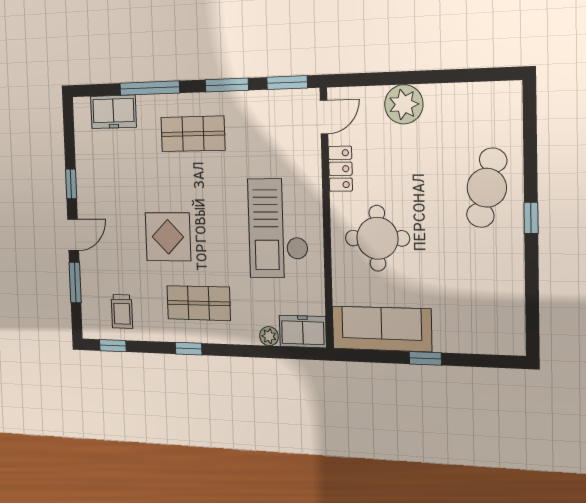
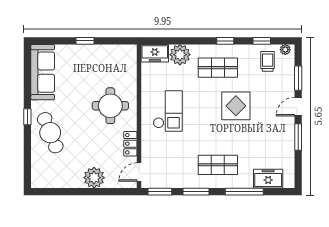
window: (71, 184) -> (298, 137), width x1.50
cafe table: (487, 188) -> (50, 133), turned -36
checkout: (278, 228) -> (168, 111), width x0.73, depth x0.83
sofa: (382, 329) -> (43, 72), moved, turned -90
plant: (96, 330) -> (285, 50), added
plant: (269, 336) -> (180, 55), width x1.88, depth x1.88
window: (113, 346) -> (262, 41), moved

